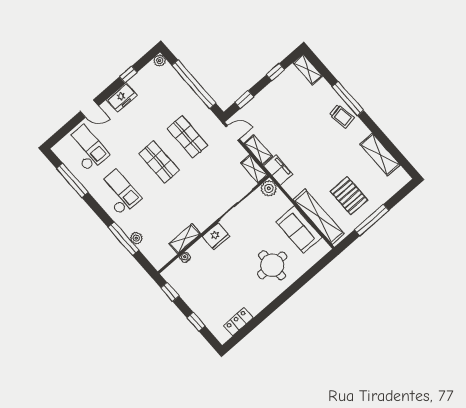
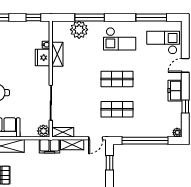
checkout: (86, 148) -> (163, 43), turned 180
fridge: (216, 236) -> (43, 58), moved
plant: (136, 238) -> (79, 30), width x1.87, depth x1.87

